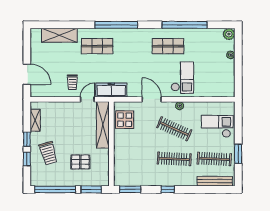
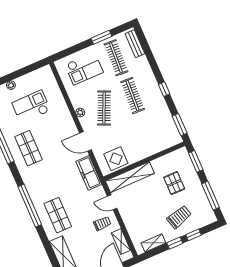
checkout: (182, 78) -> (31, 107), moved
freezer: (111, 90) -> (89, 173), moved
shelving: (49, 92) -> (121, 242), added
door: (152, 99) -> (86, 141), hinge flipped
checkout: (217, 126) -> (84, 68), turned -90
bench: (215, 181) -> (135, 44), width x0.73
window: (55, 189) -> (211, 196), width x0.68

